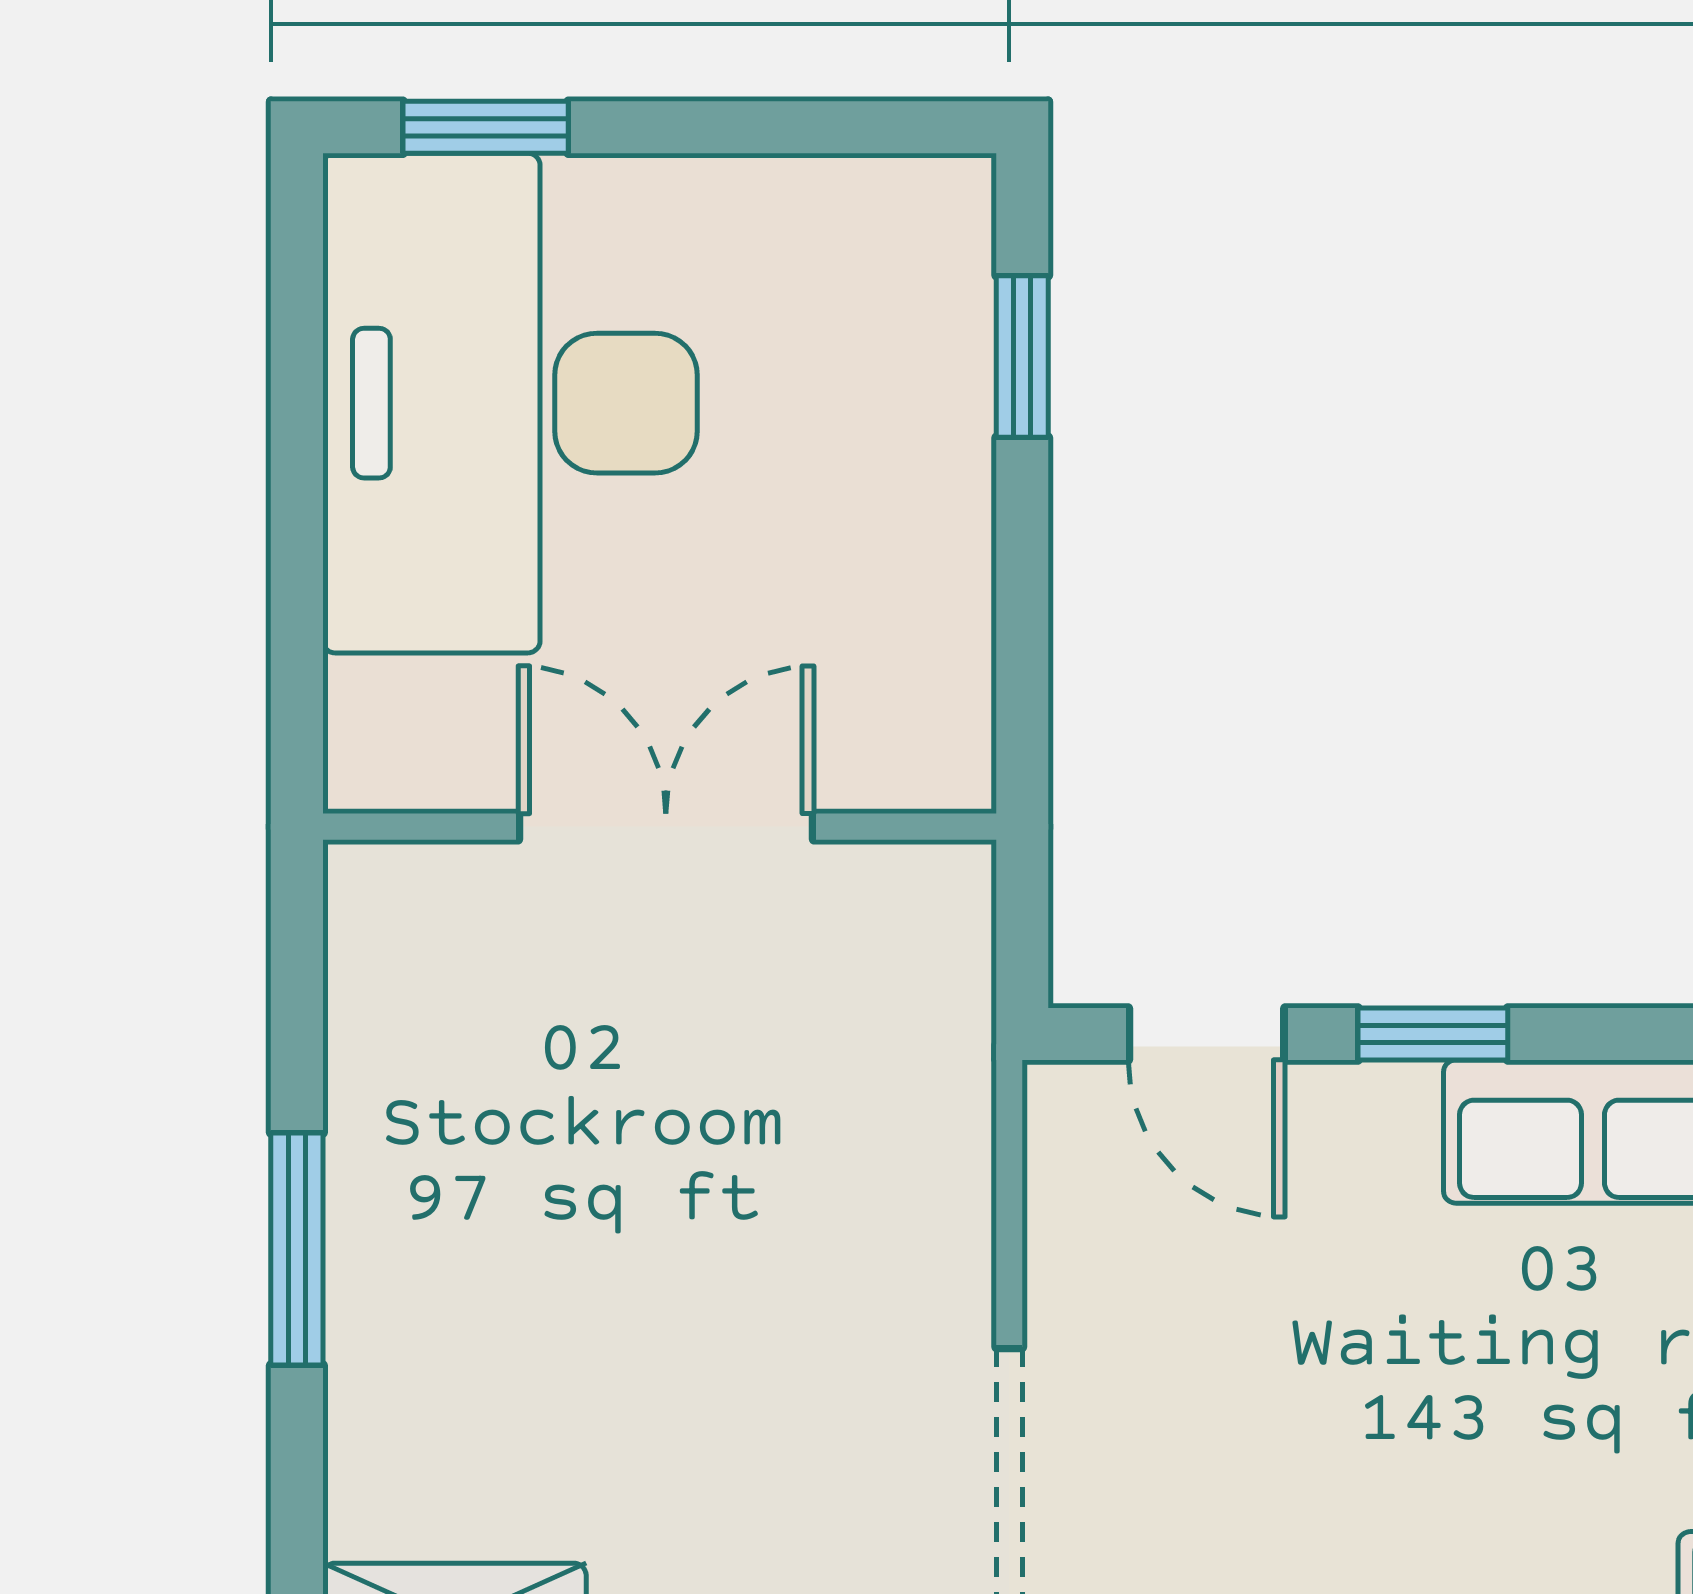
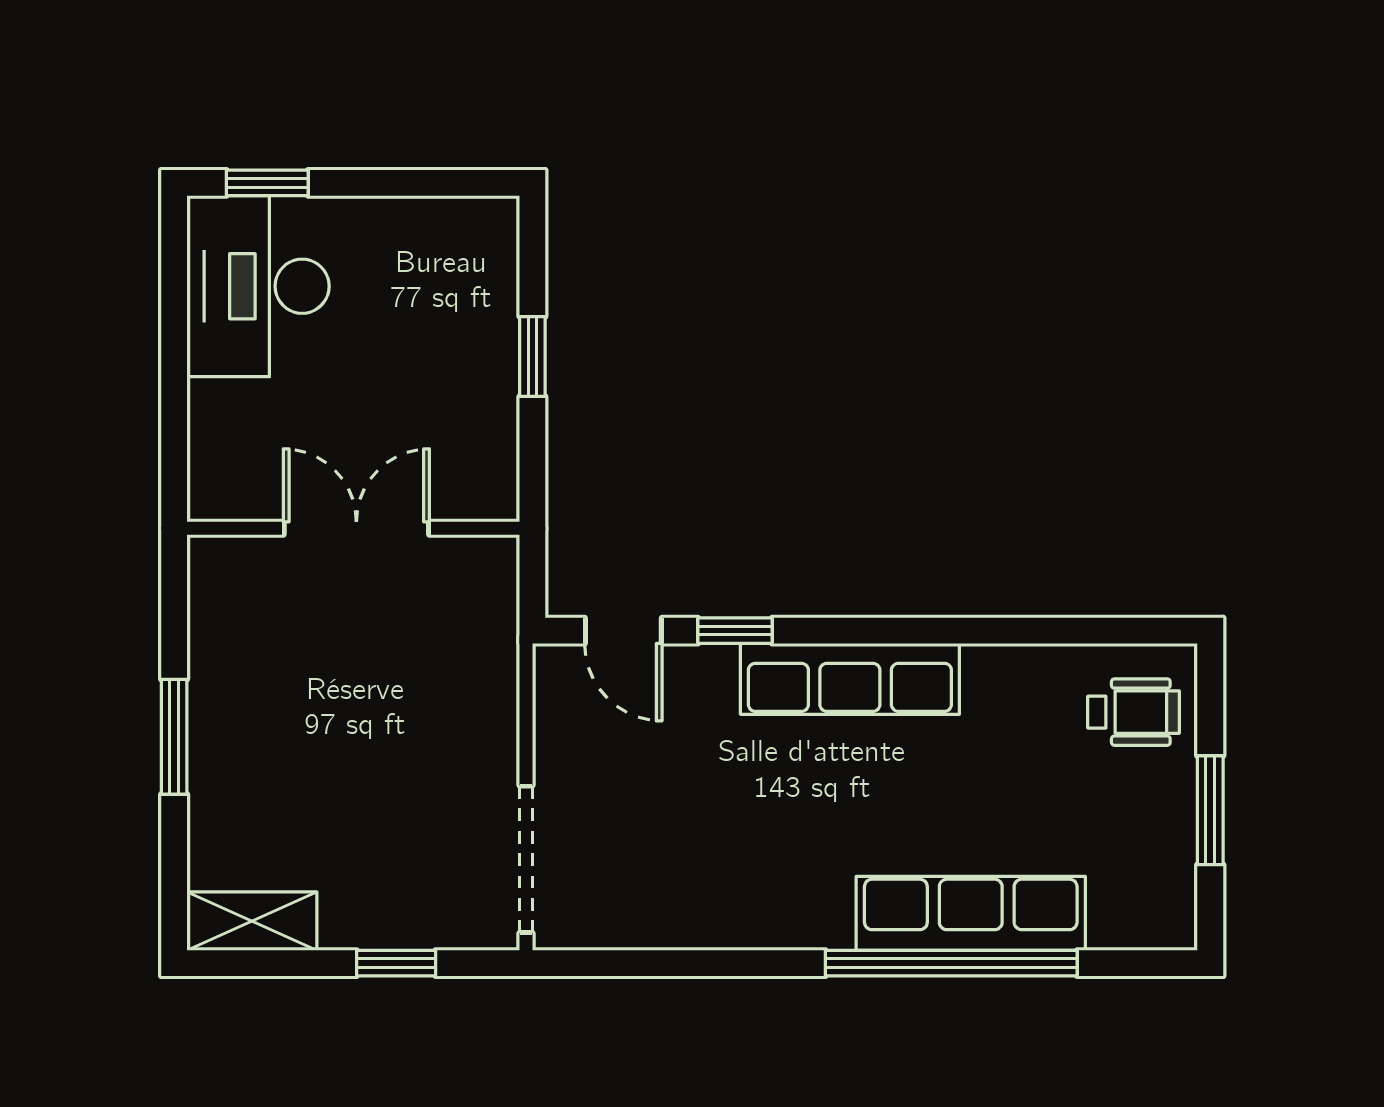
window: (1022, 356) -> (532, 356), moved
desk: (510, 403) -> (258, 286), width x0.73, depth x0.77

